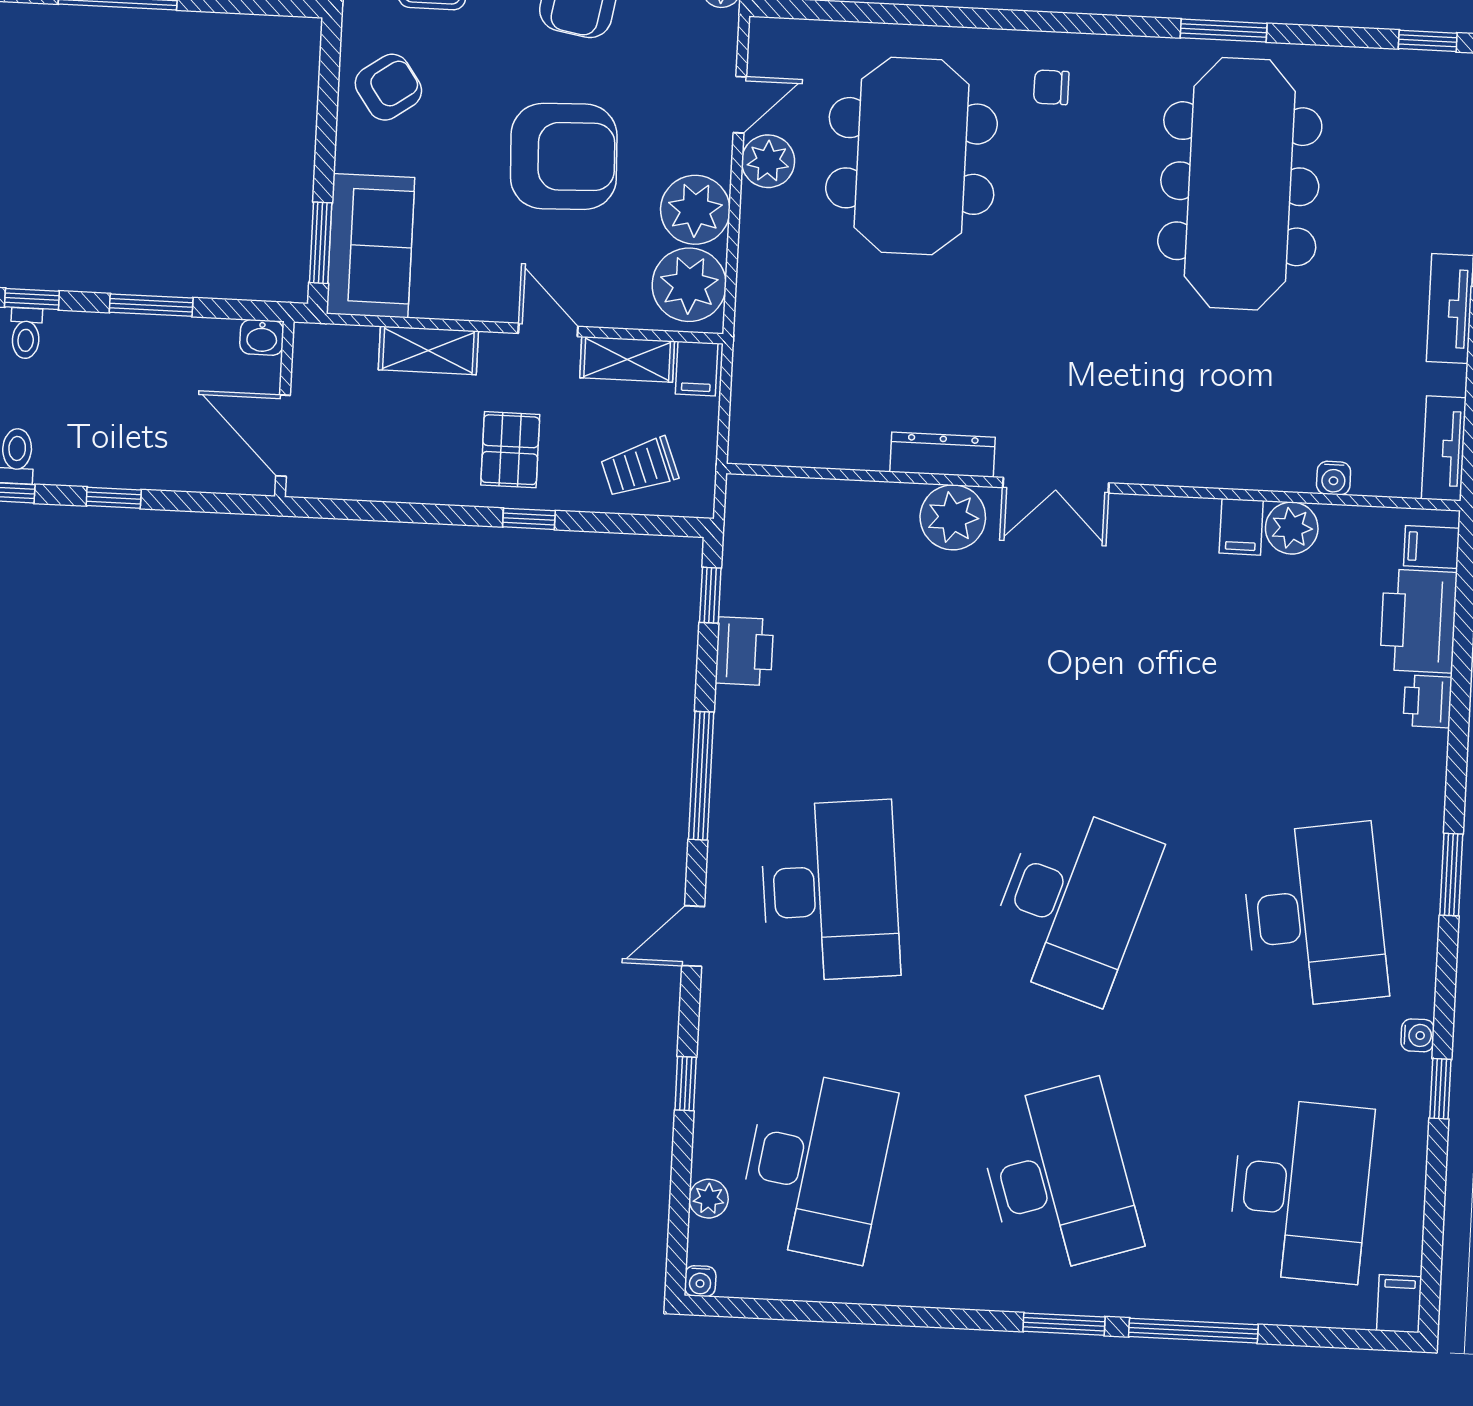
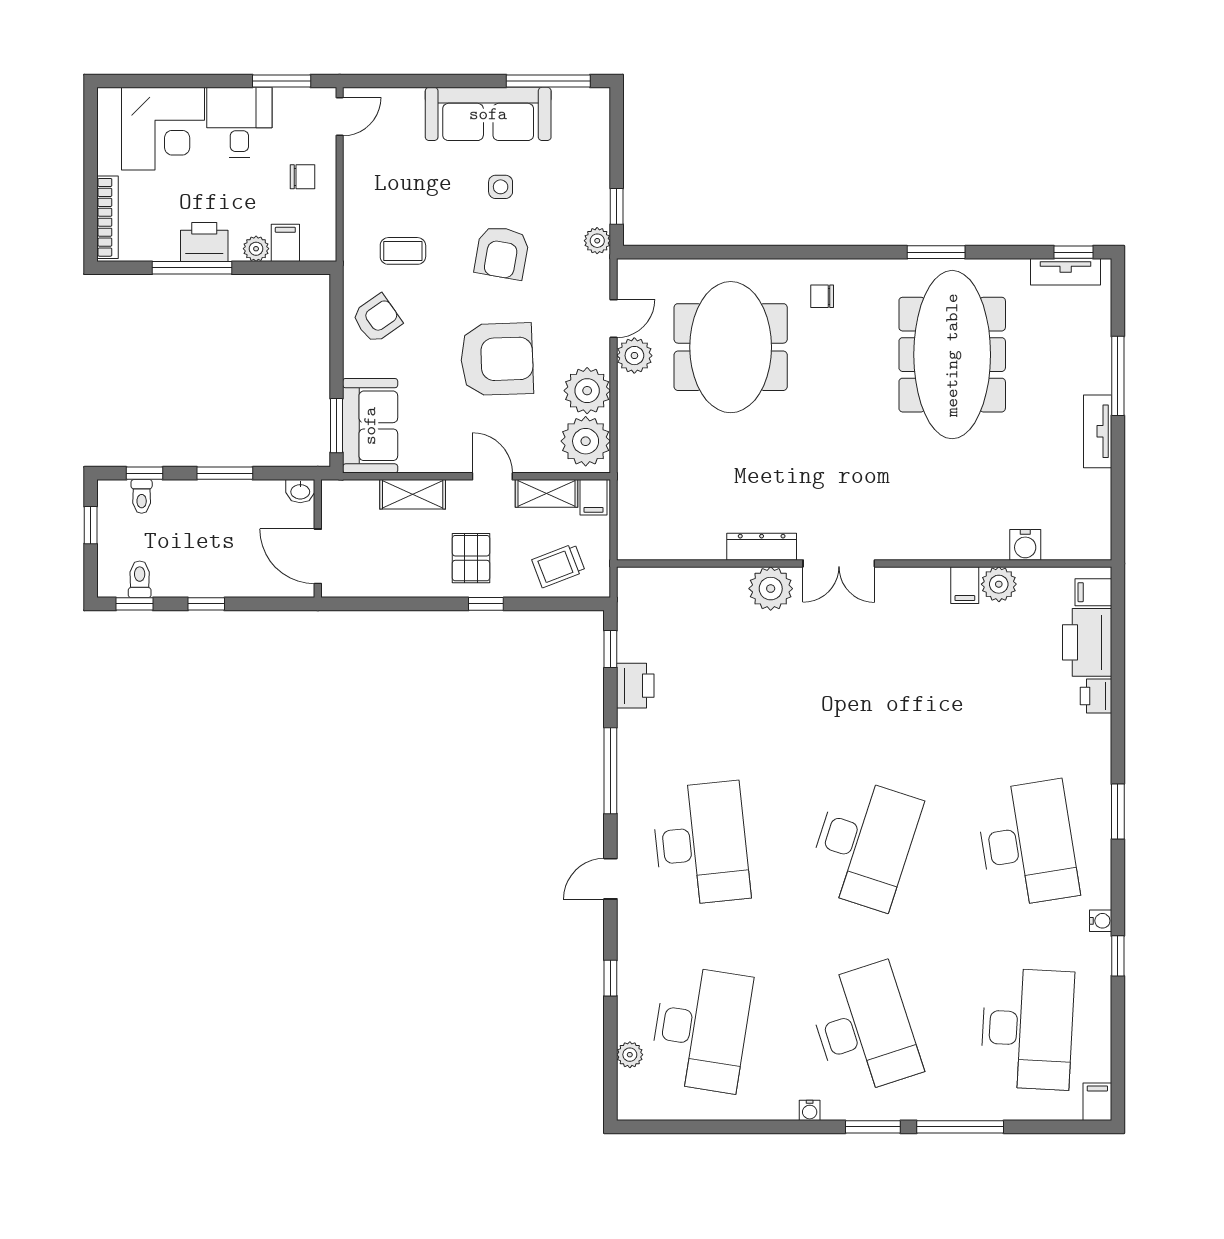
tv unit: (1444, 448) -> (1066, 272), moved, turned -90
water cooler: (1334, 478) -> (1025, 545), width x1.38, depth x1.38
water cooler: (700, 1281) -> (810, 1110), moved

